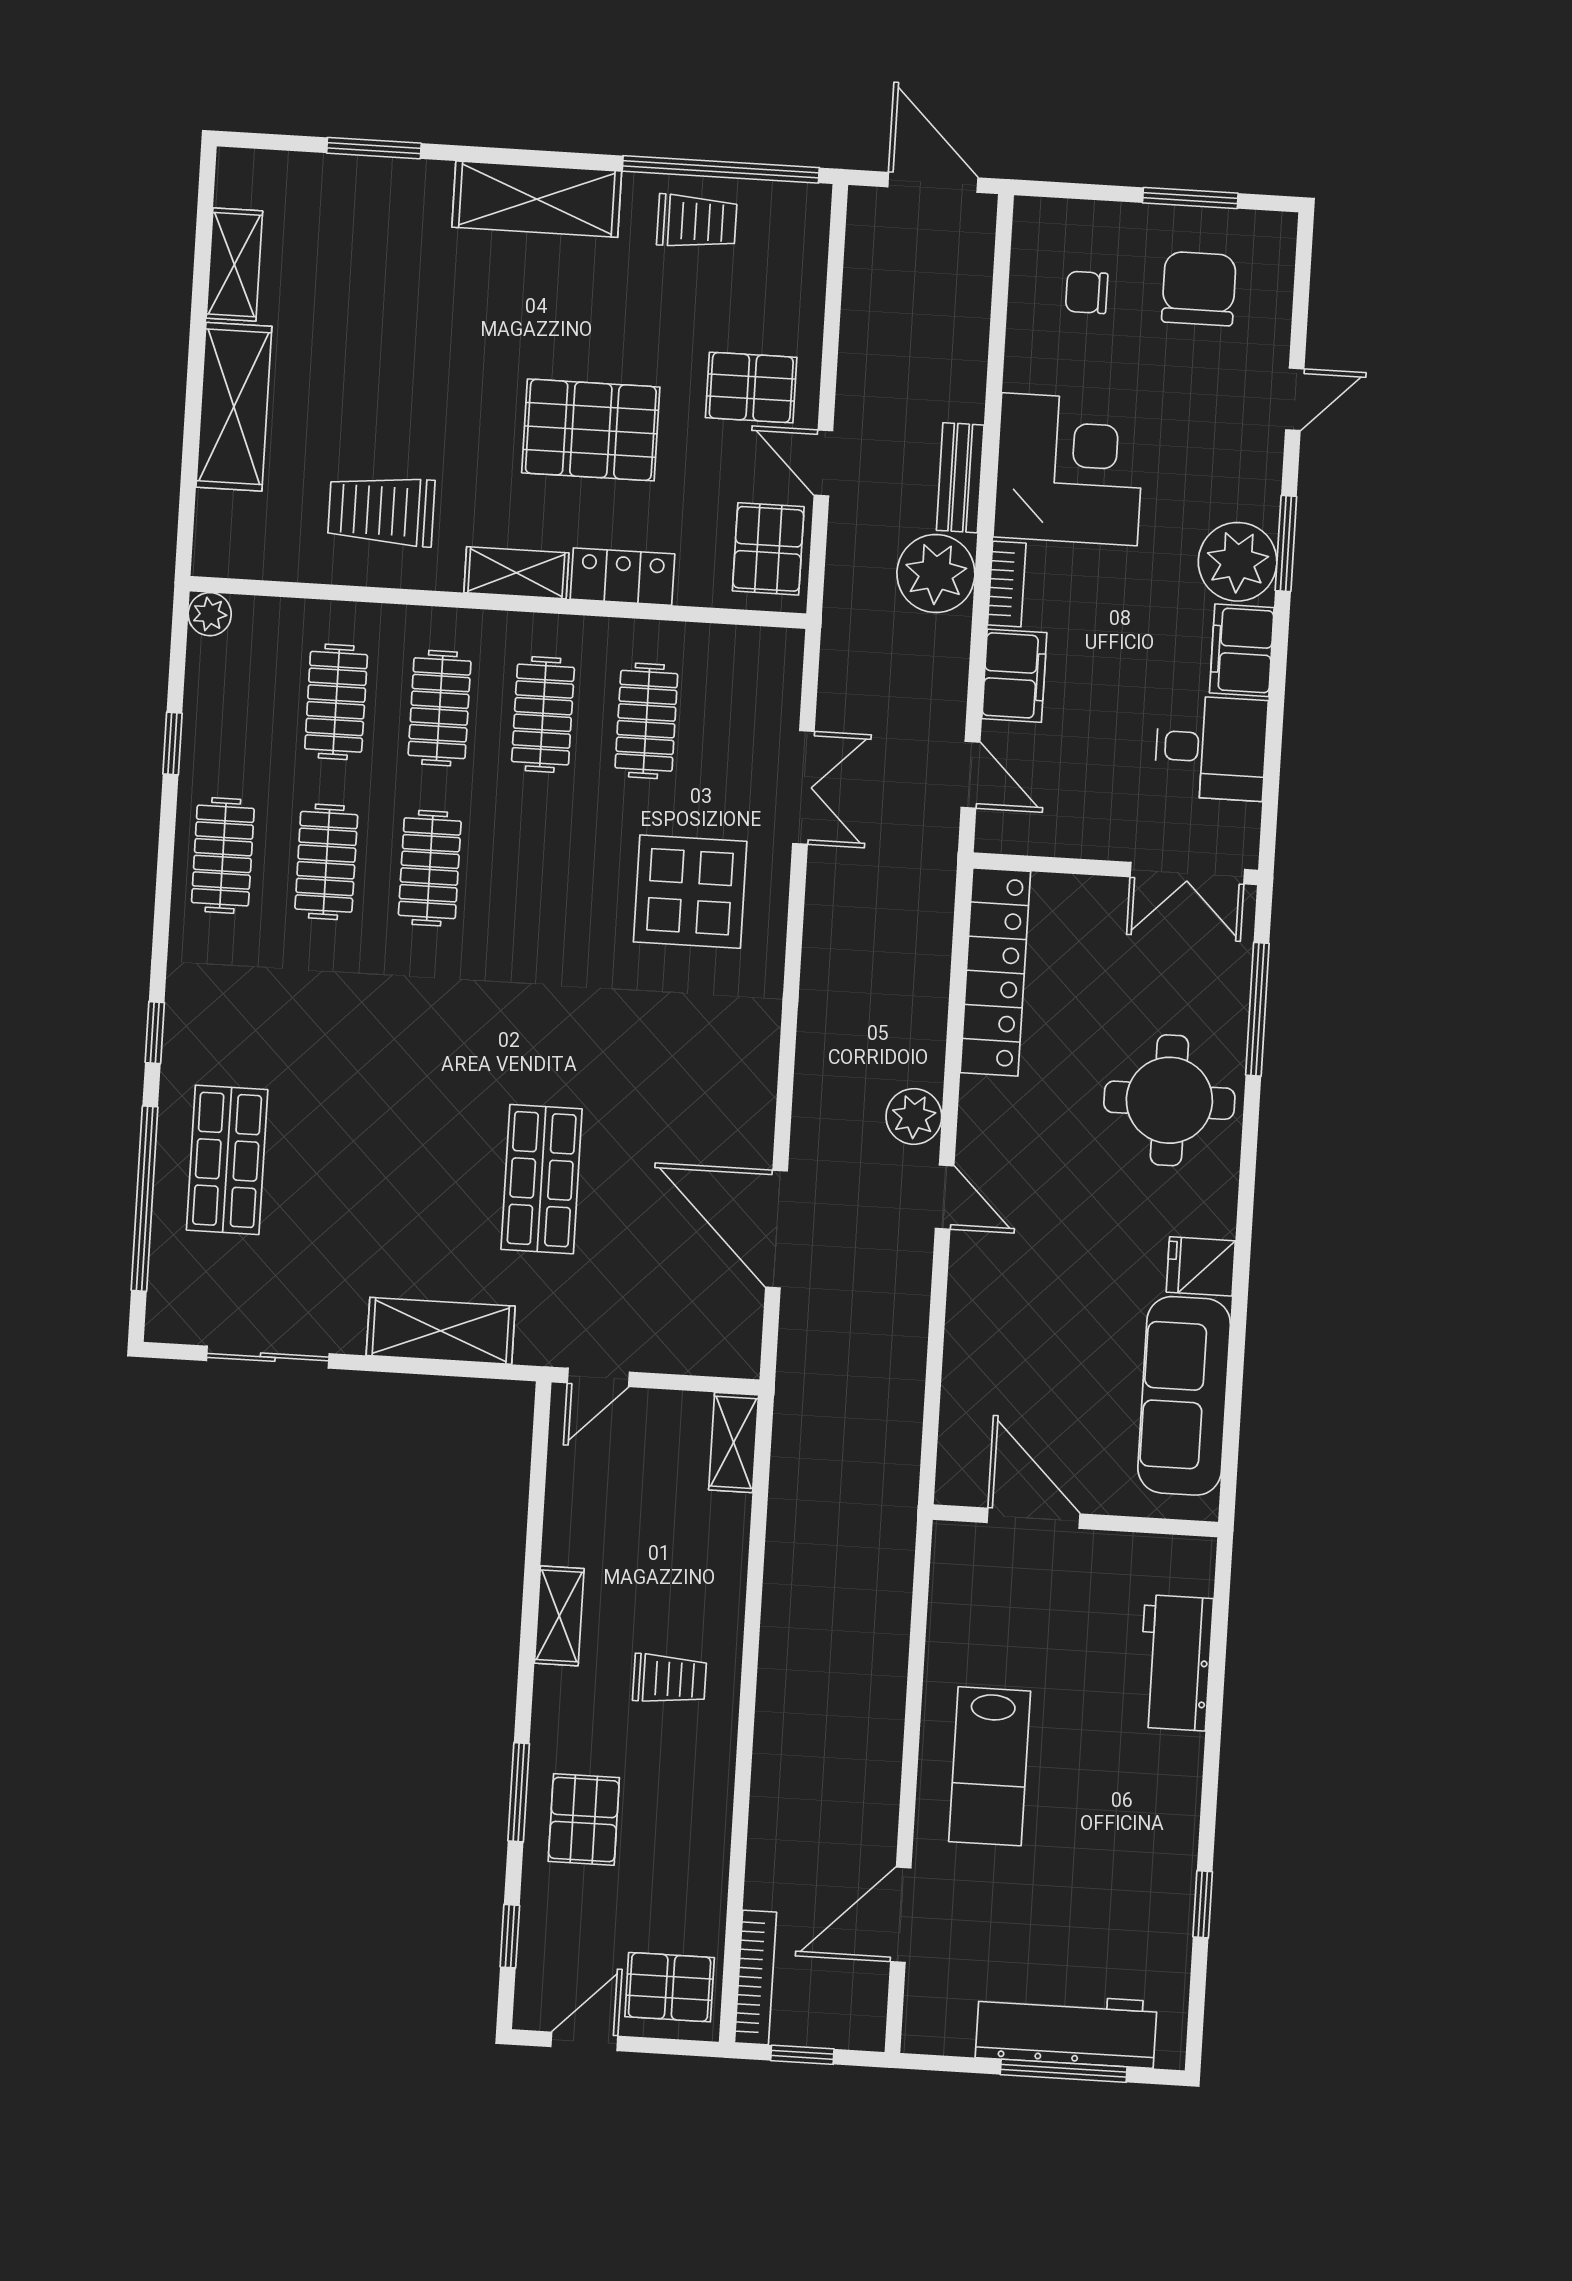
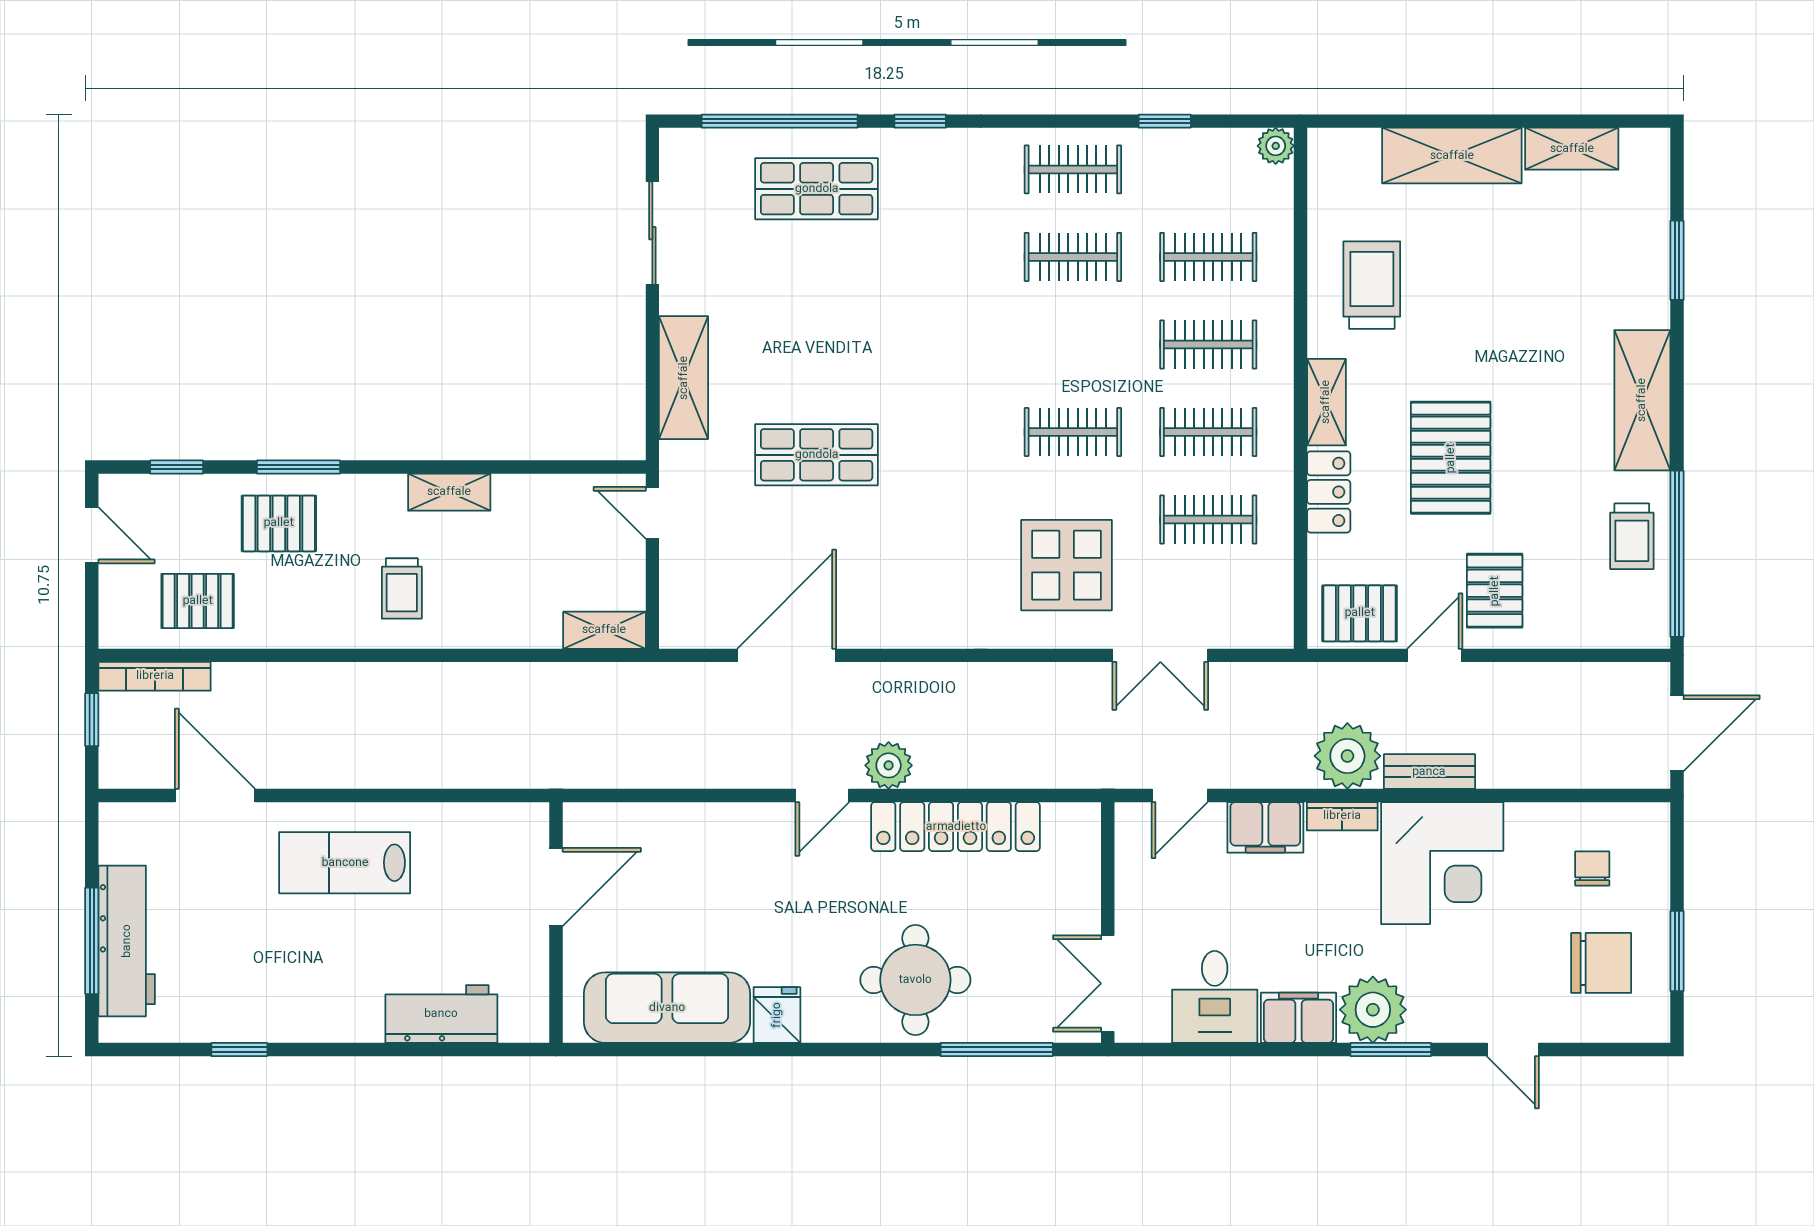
clothes rail: (430, 868) -> (1073, 432), moved
locker: (995, 972) -> (956, 827), moved
pallet: (670, 1987) -> (198, 601), moved, turned 90

